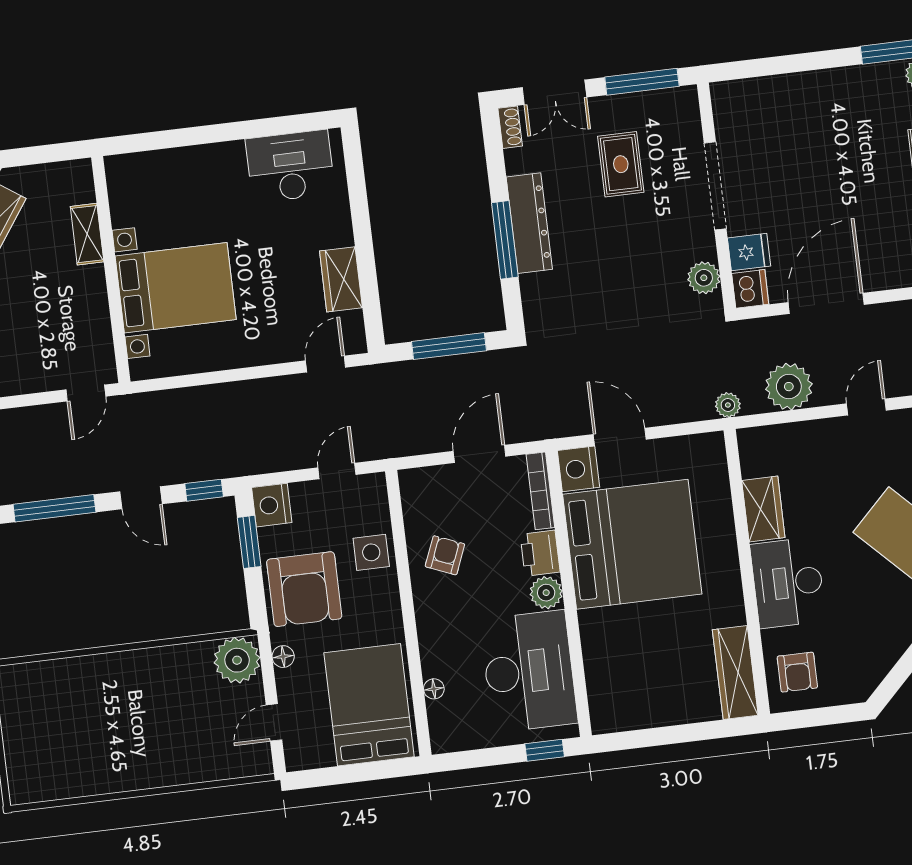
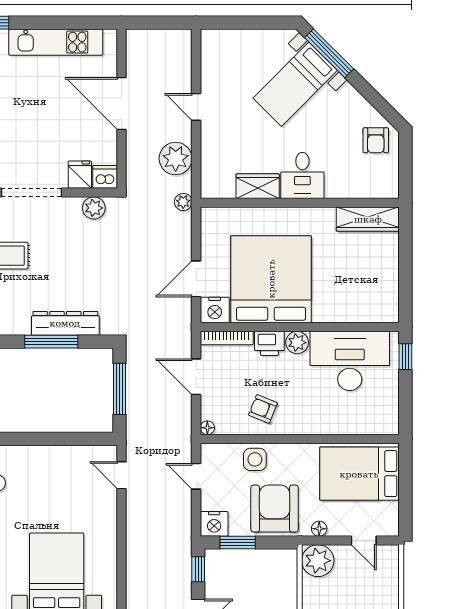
dresser: (529, 223) -> (65, 323), moved
wardrobe: (341, 279) -> (65, 458), removed
door: (826, 303) -> (122, 104), moved
desk: (788, 583) -> (302, 175), width x0.73
armchair: (304, 589) -> (275, 509), turned -90
armchair: (797, 672) -> (376, 140), moved, turned 90
floor lamp: (434, 689) -> (207, 428), moved

